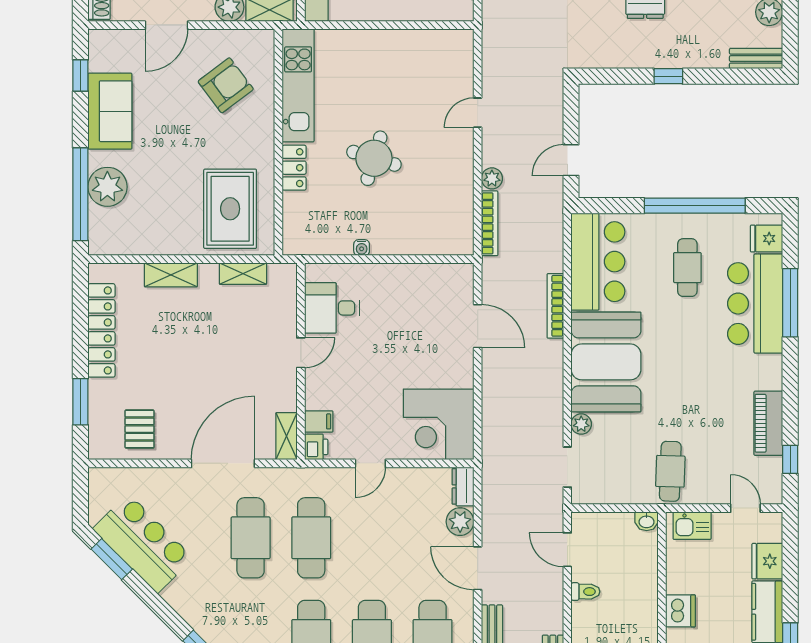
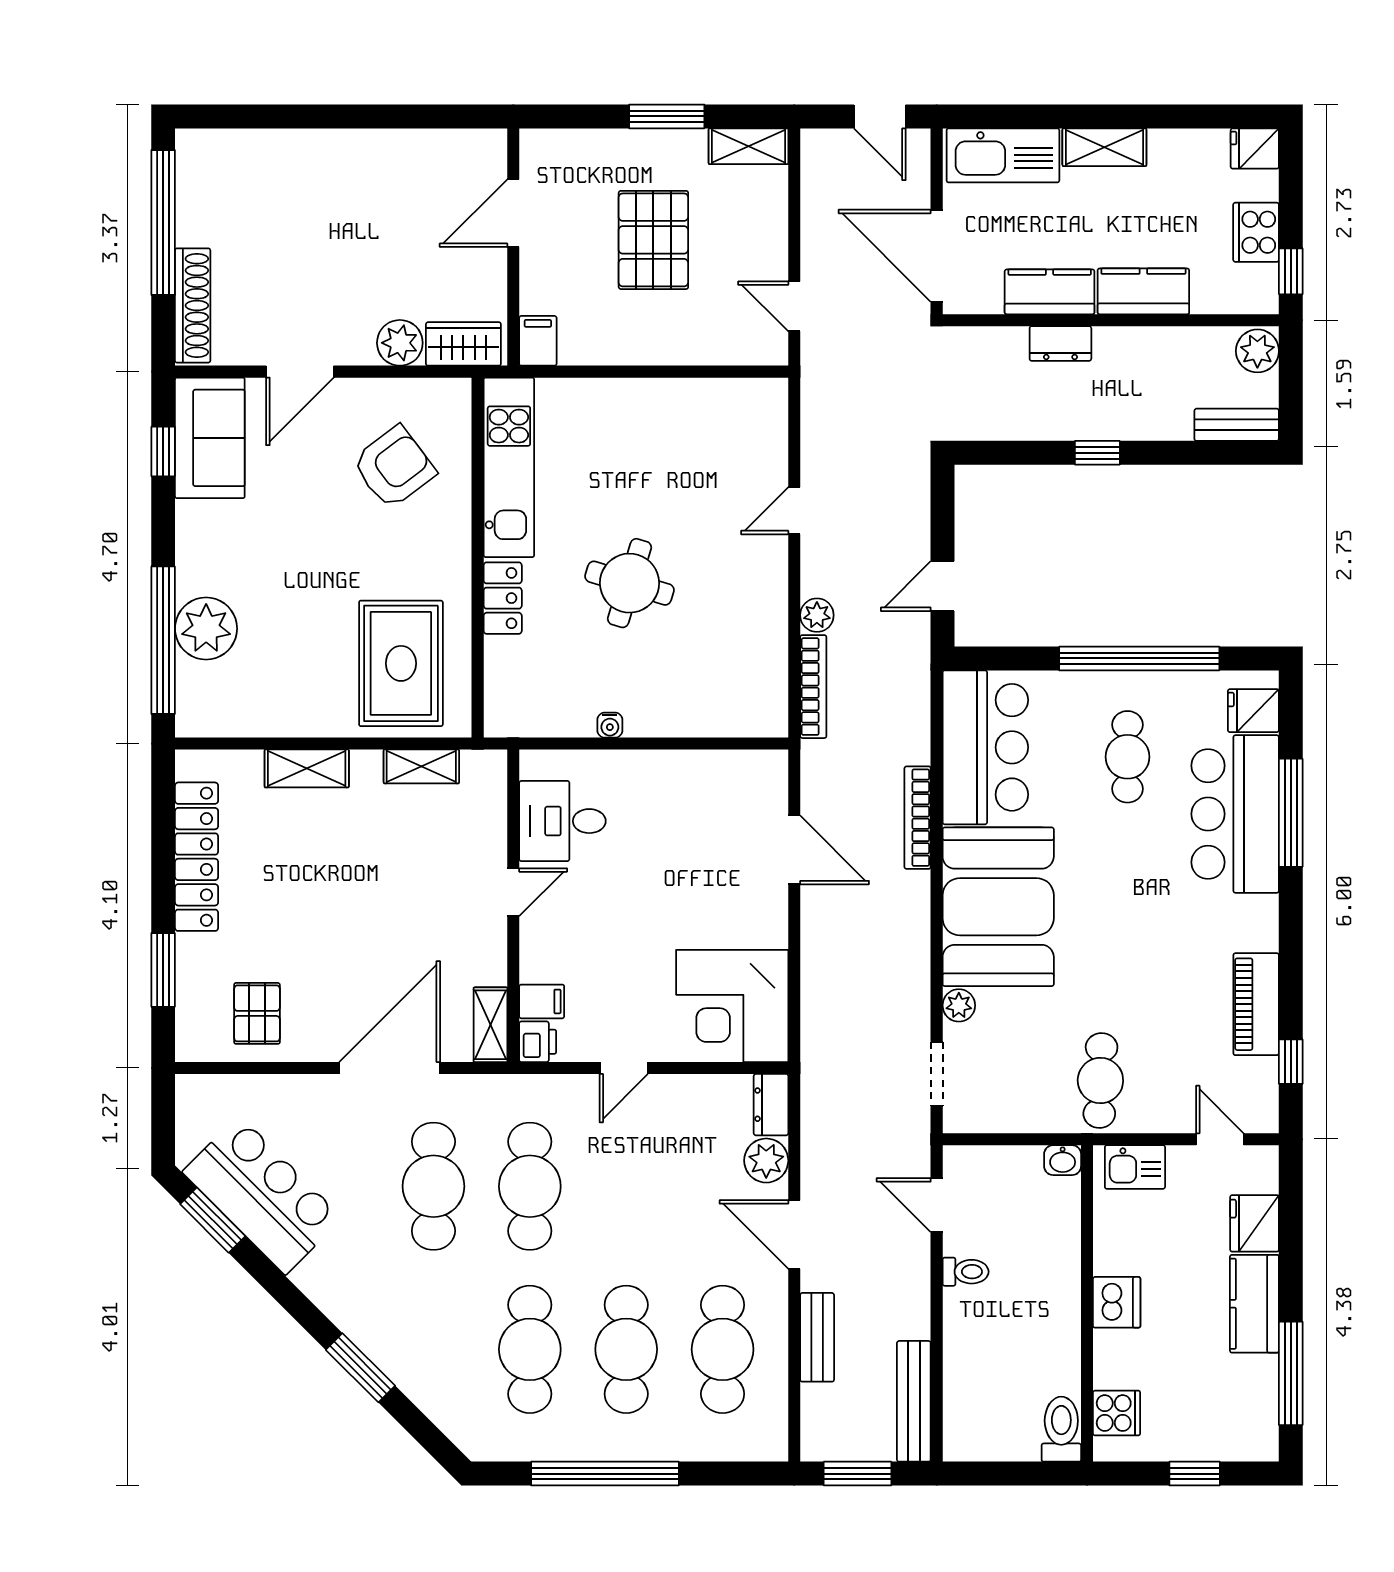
sofa: (110, 111) -> (210, 438), moved

